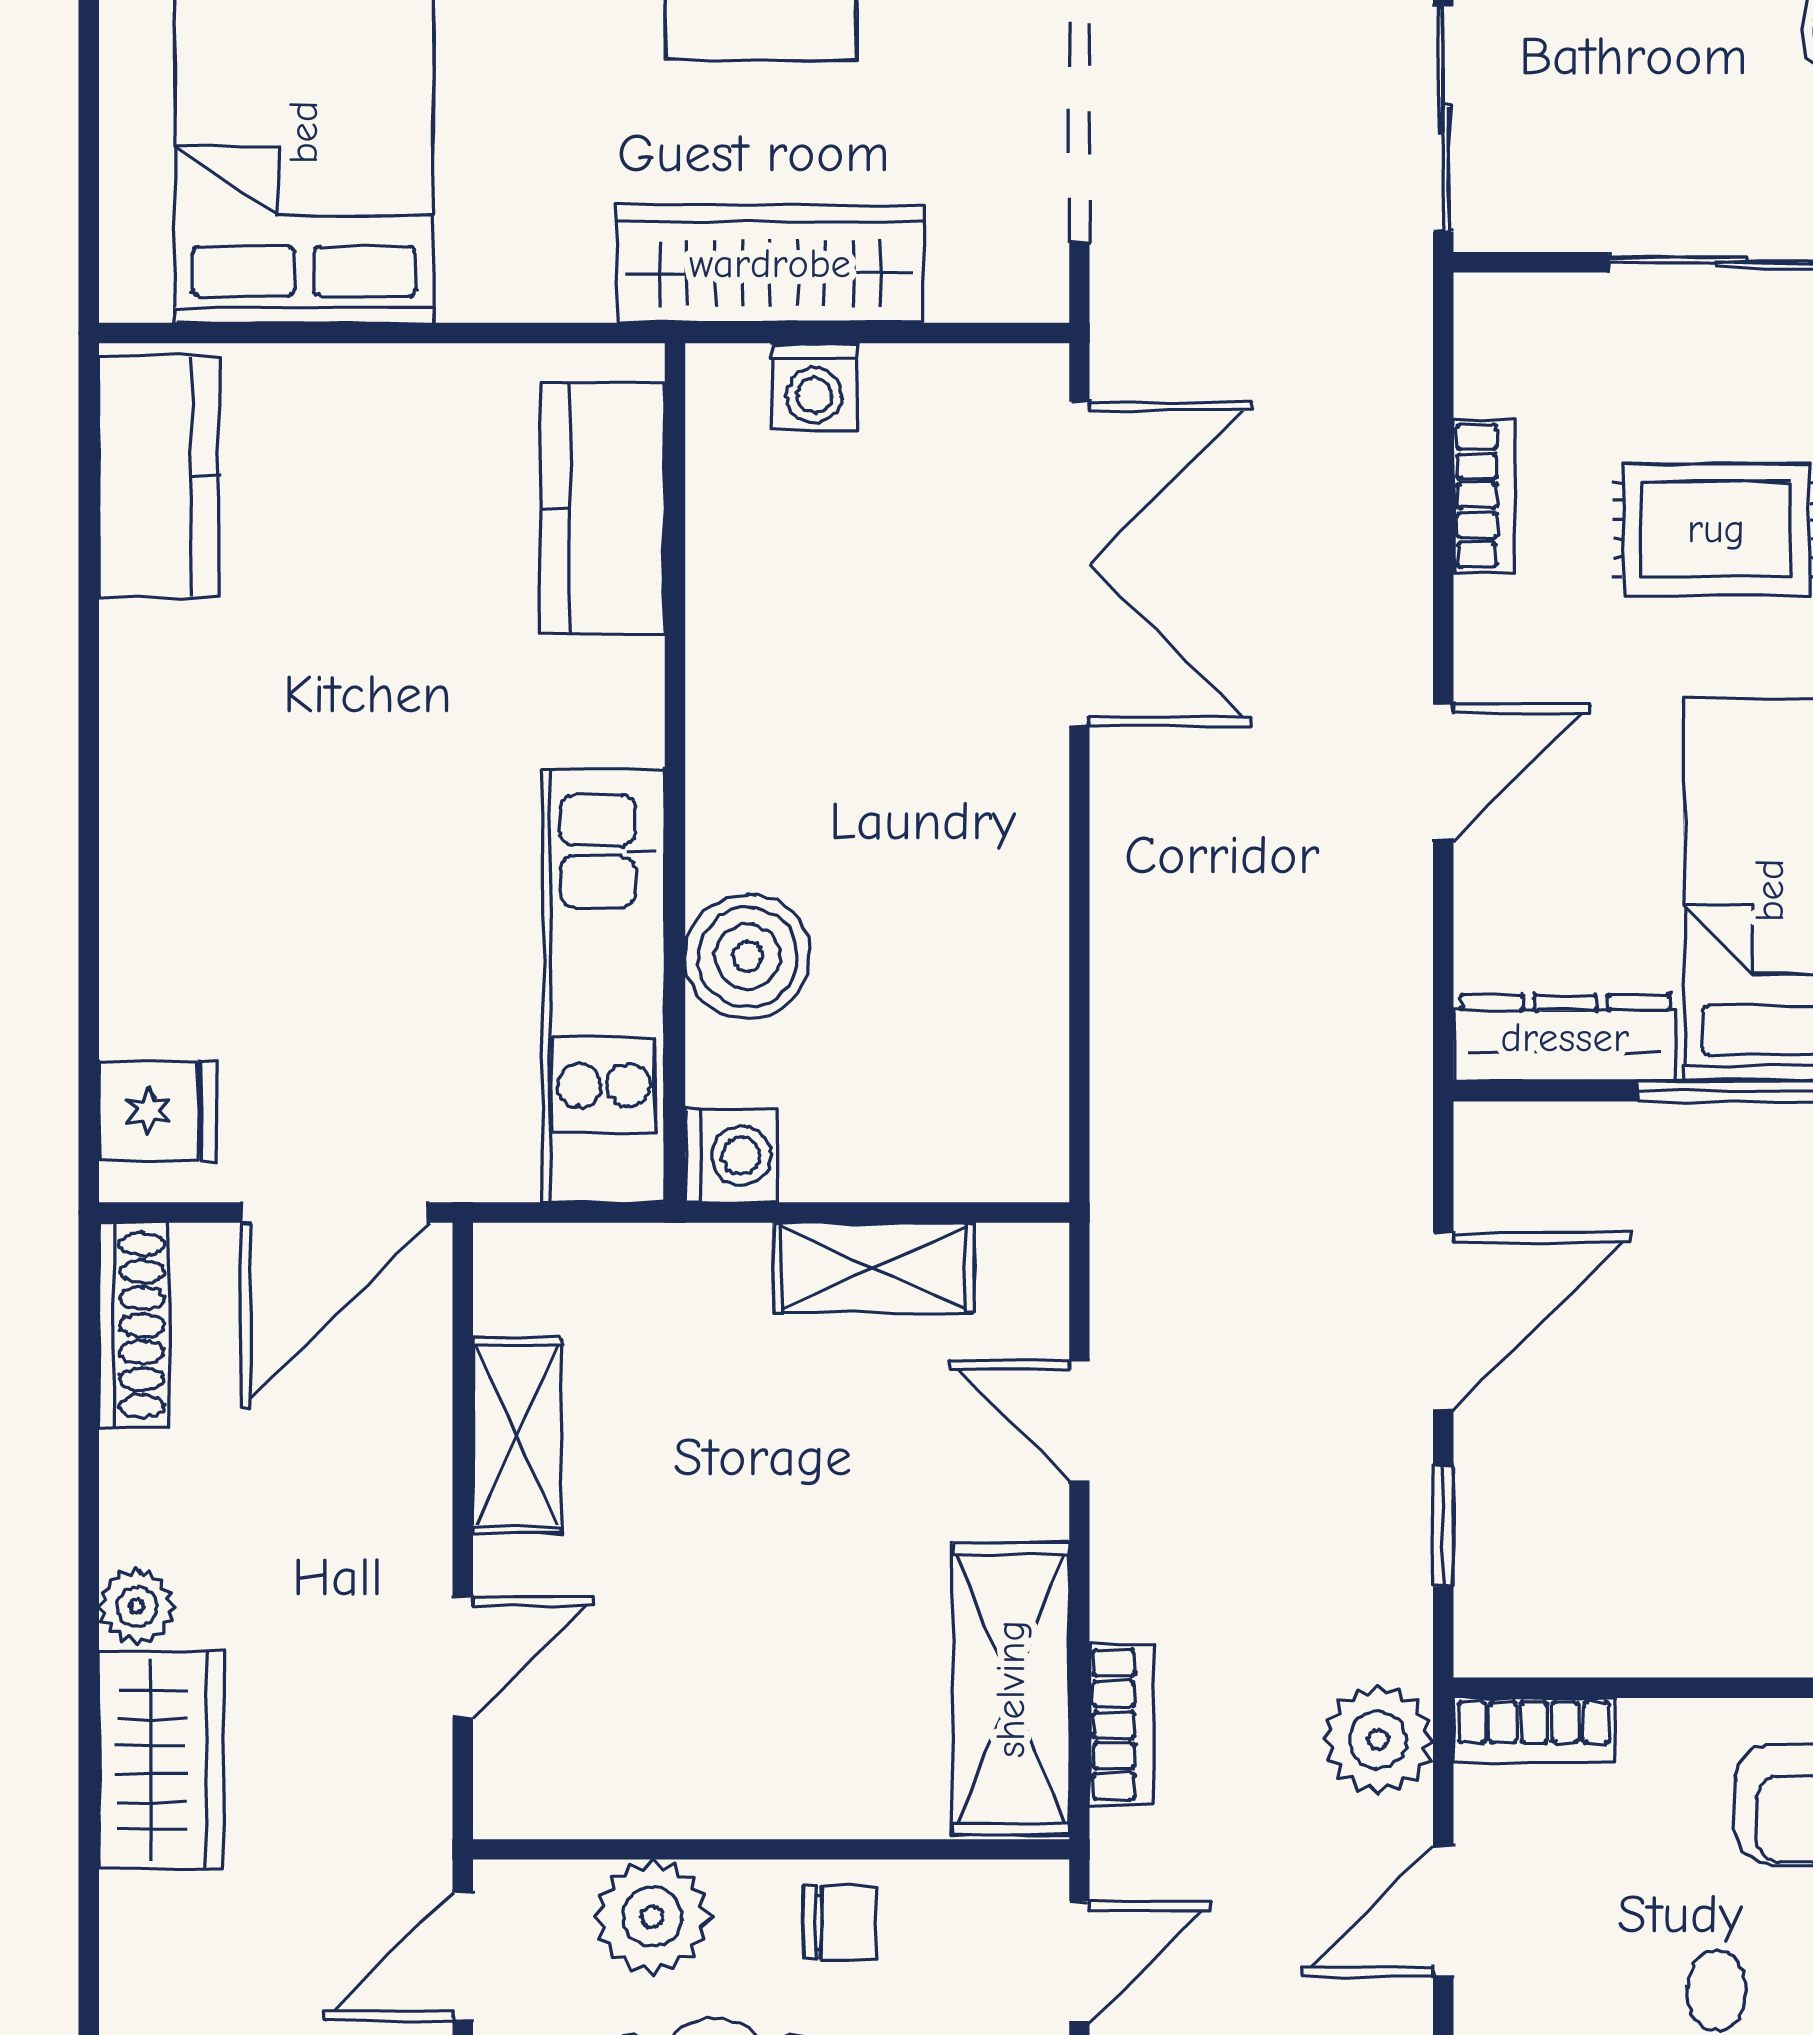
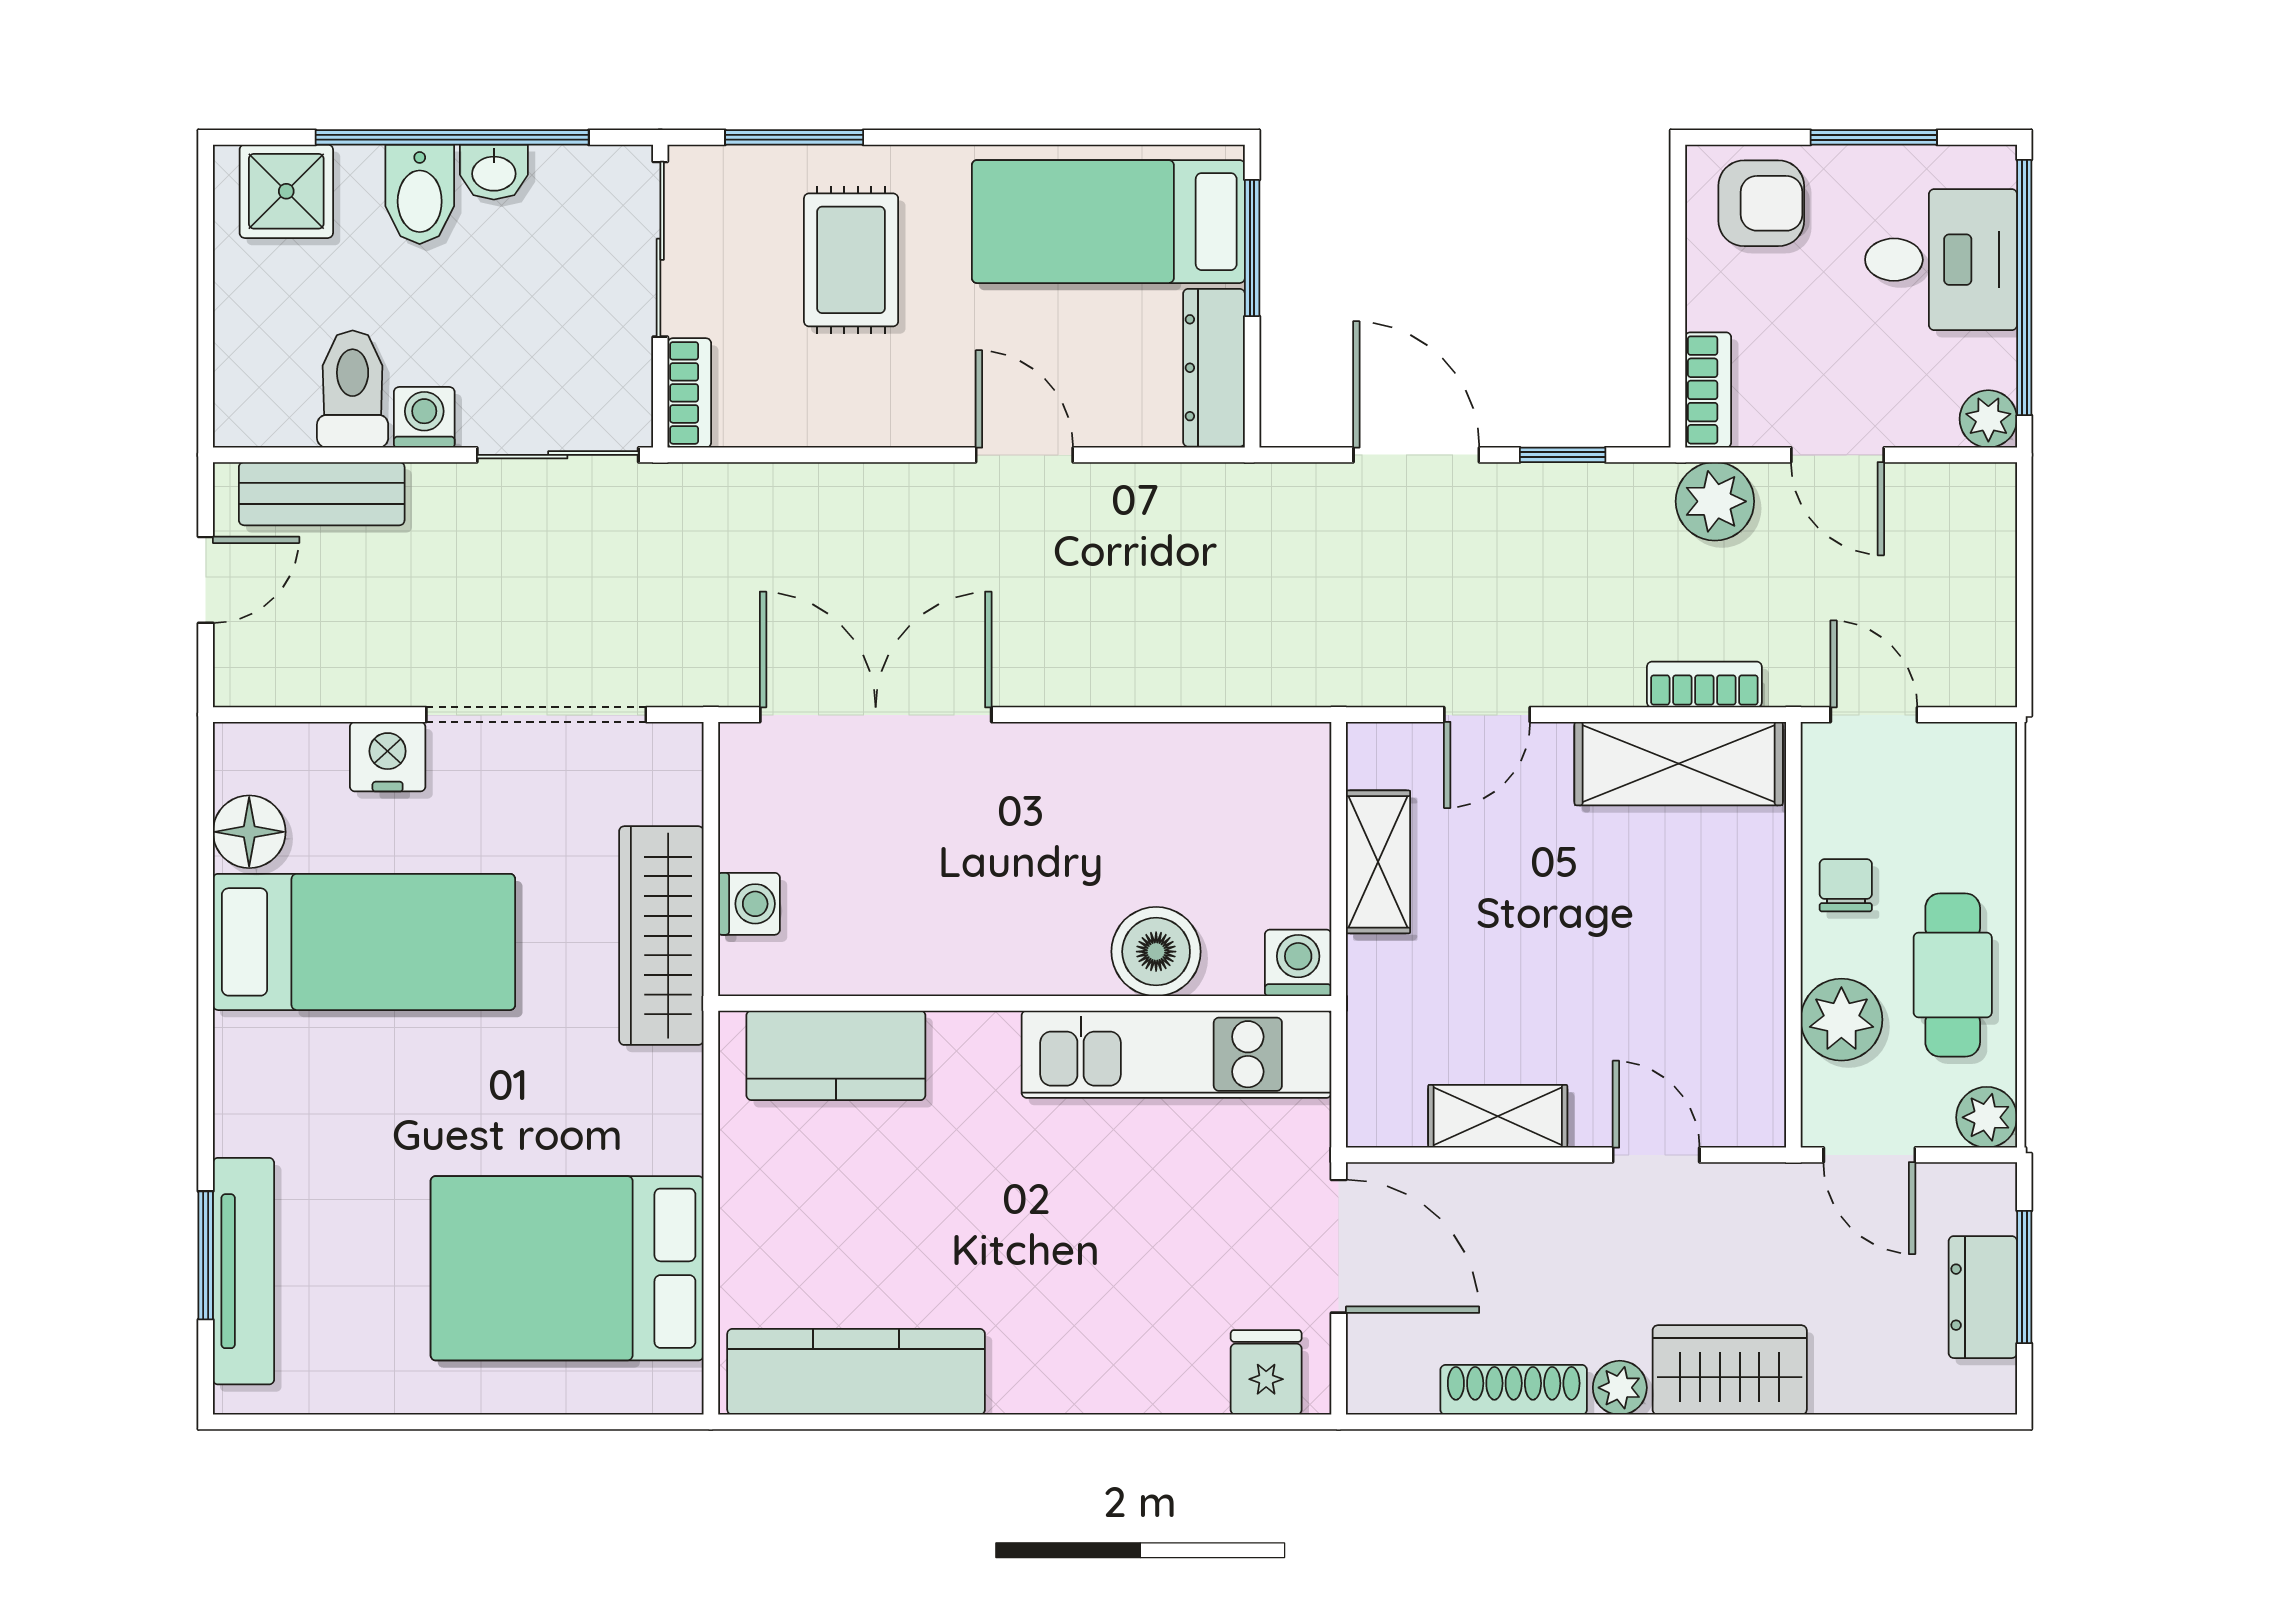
kitchen counter: (159, 476) -> (856, 1372), width x1.50
bookcase: (1484, 496) -> (689, 393), moved, turned 90
shoe rack: (134, 1325) -> (1514, 1390), moved

